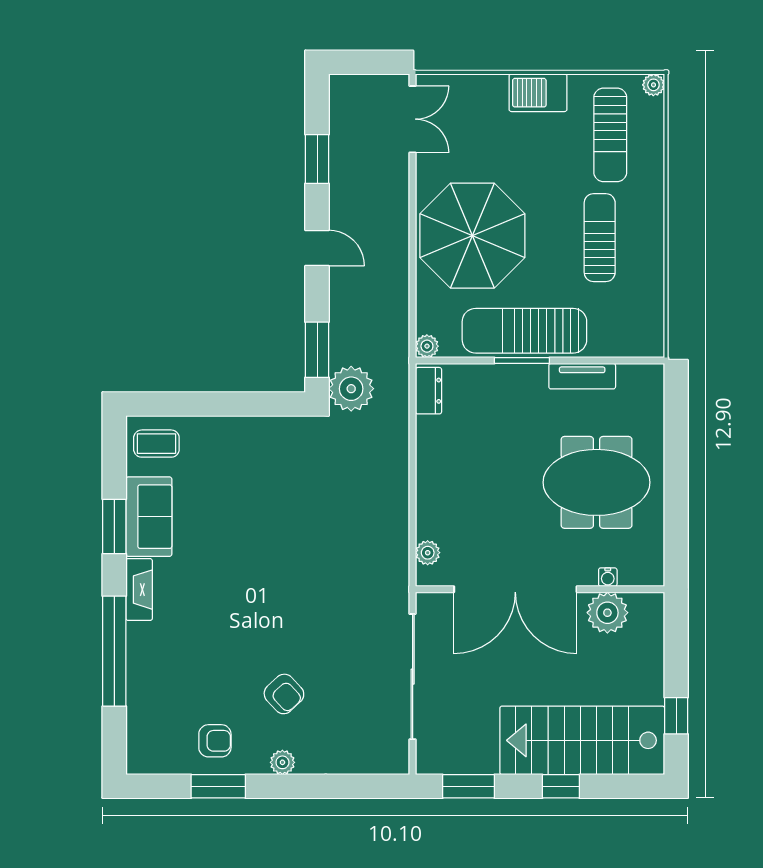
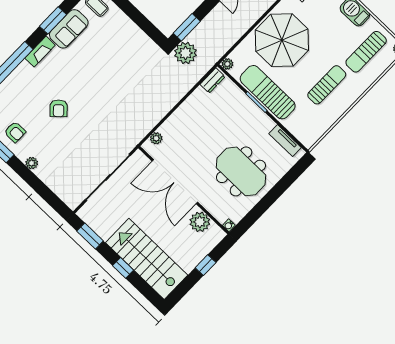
tv unit: (582, 376) -> (285, 141), moved
water cooler: (608, 577) -> (229, 225), moved
armchair: (284, 694) -> (59, 108), moved
window: (676, 716) -> (206, 265), moved

